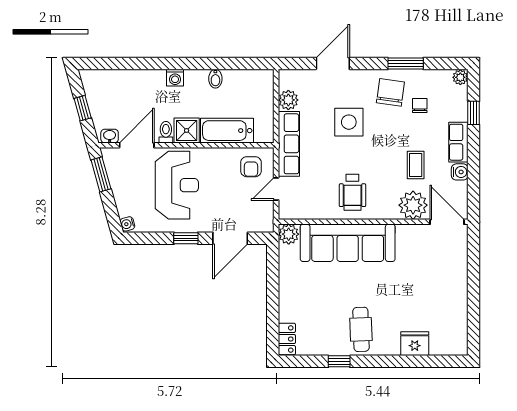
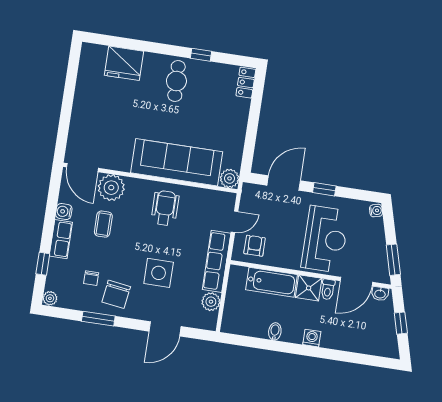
reception desk: (177, 185) -> (325, 239), turned 180
fridge: (415, 344) -> (124, 63), width x1.36, depth x1.34

